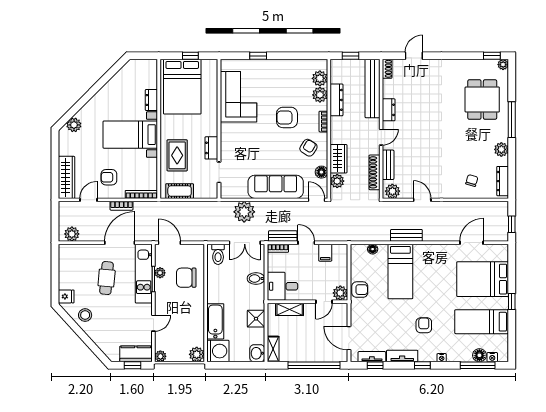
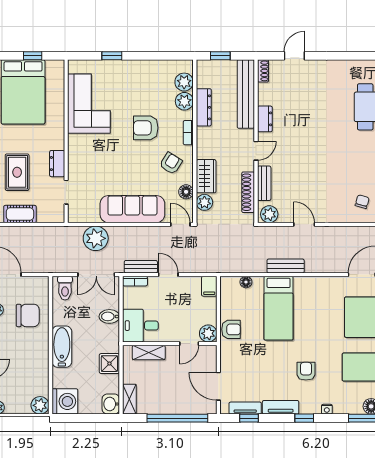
filing cabinet: (325, 253) -> (209, 286), moved
chair: (186, 278) -> (28, 315), turned 180
bathtub: (215, 321) -> (62, 347), moved

